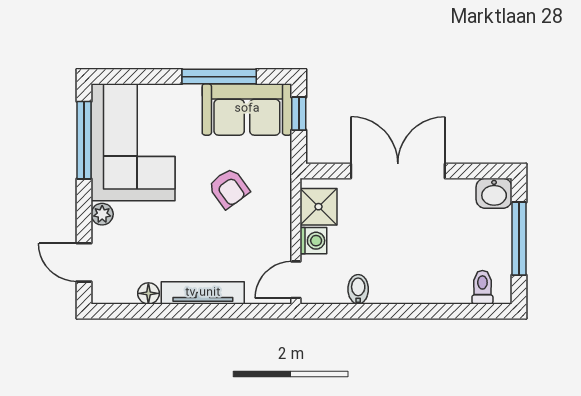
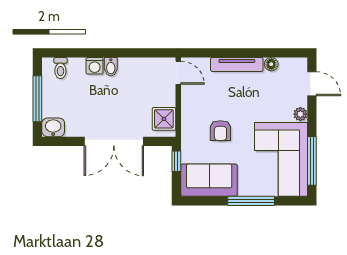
window: (219, 77) -> (251, 201), moved
window: (299, 114) -> (176, 161), moved
armchair: (229, 188) -> (220, 131), turned -144
washing machine: (313, 241) -> (95, 66), moved, turned -90
door: (296, 280) -> (178, 73), hinge flipped
bidet: (358, 289) -> (111, 67), moved

